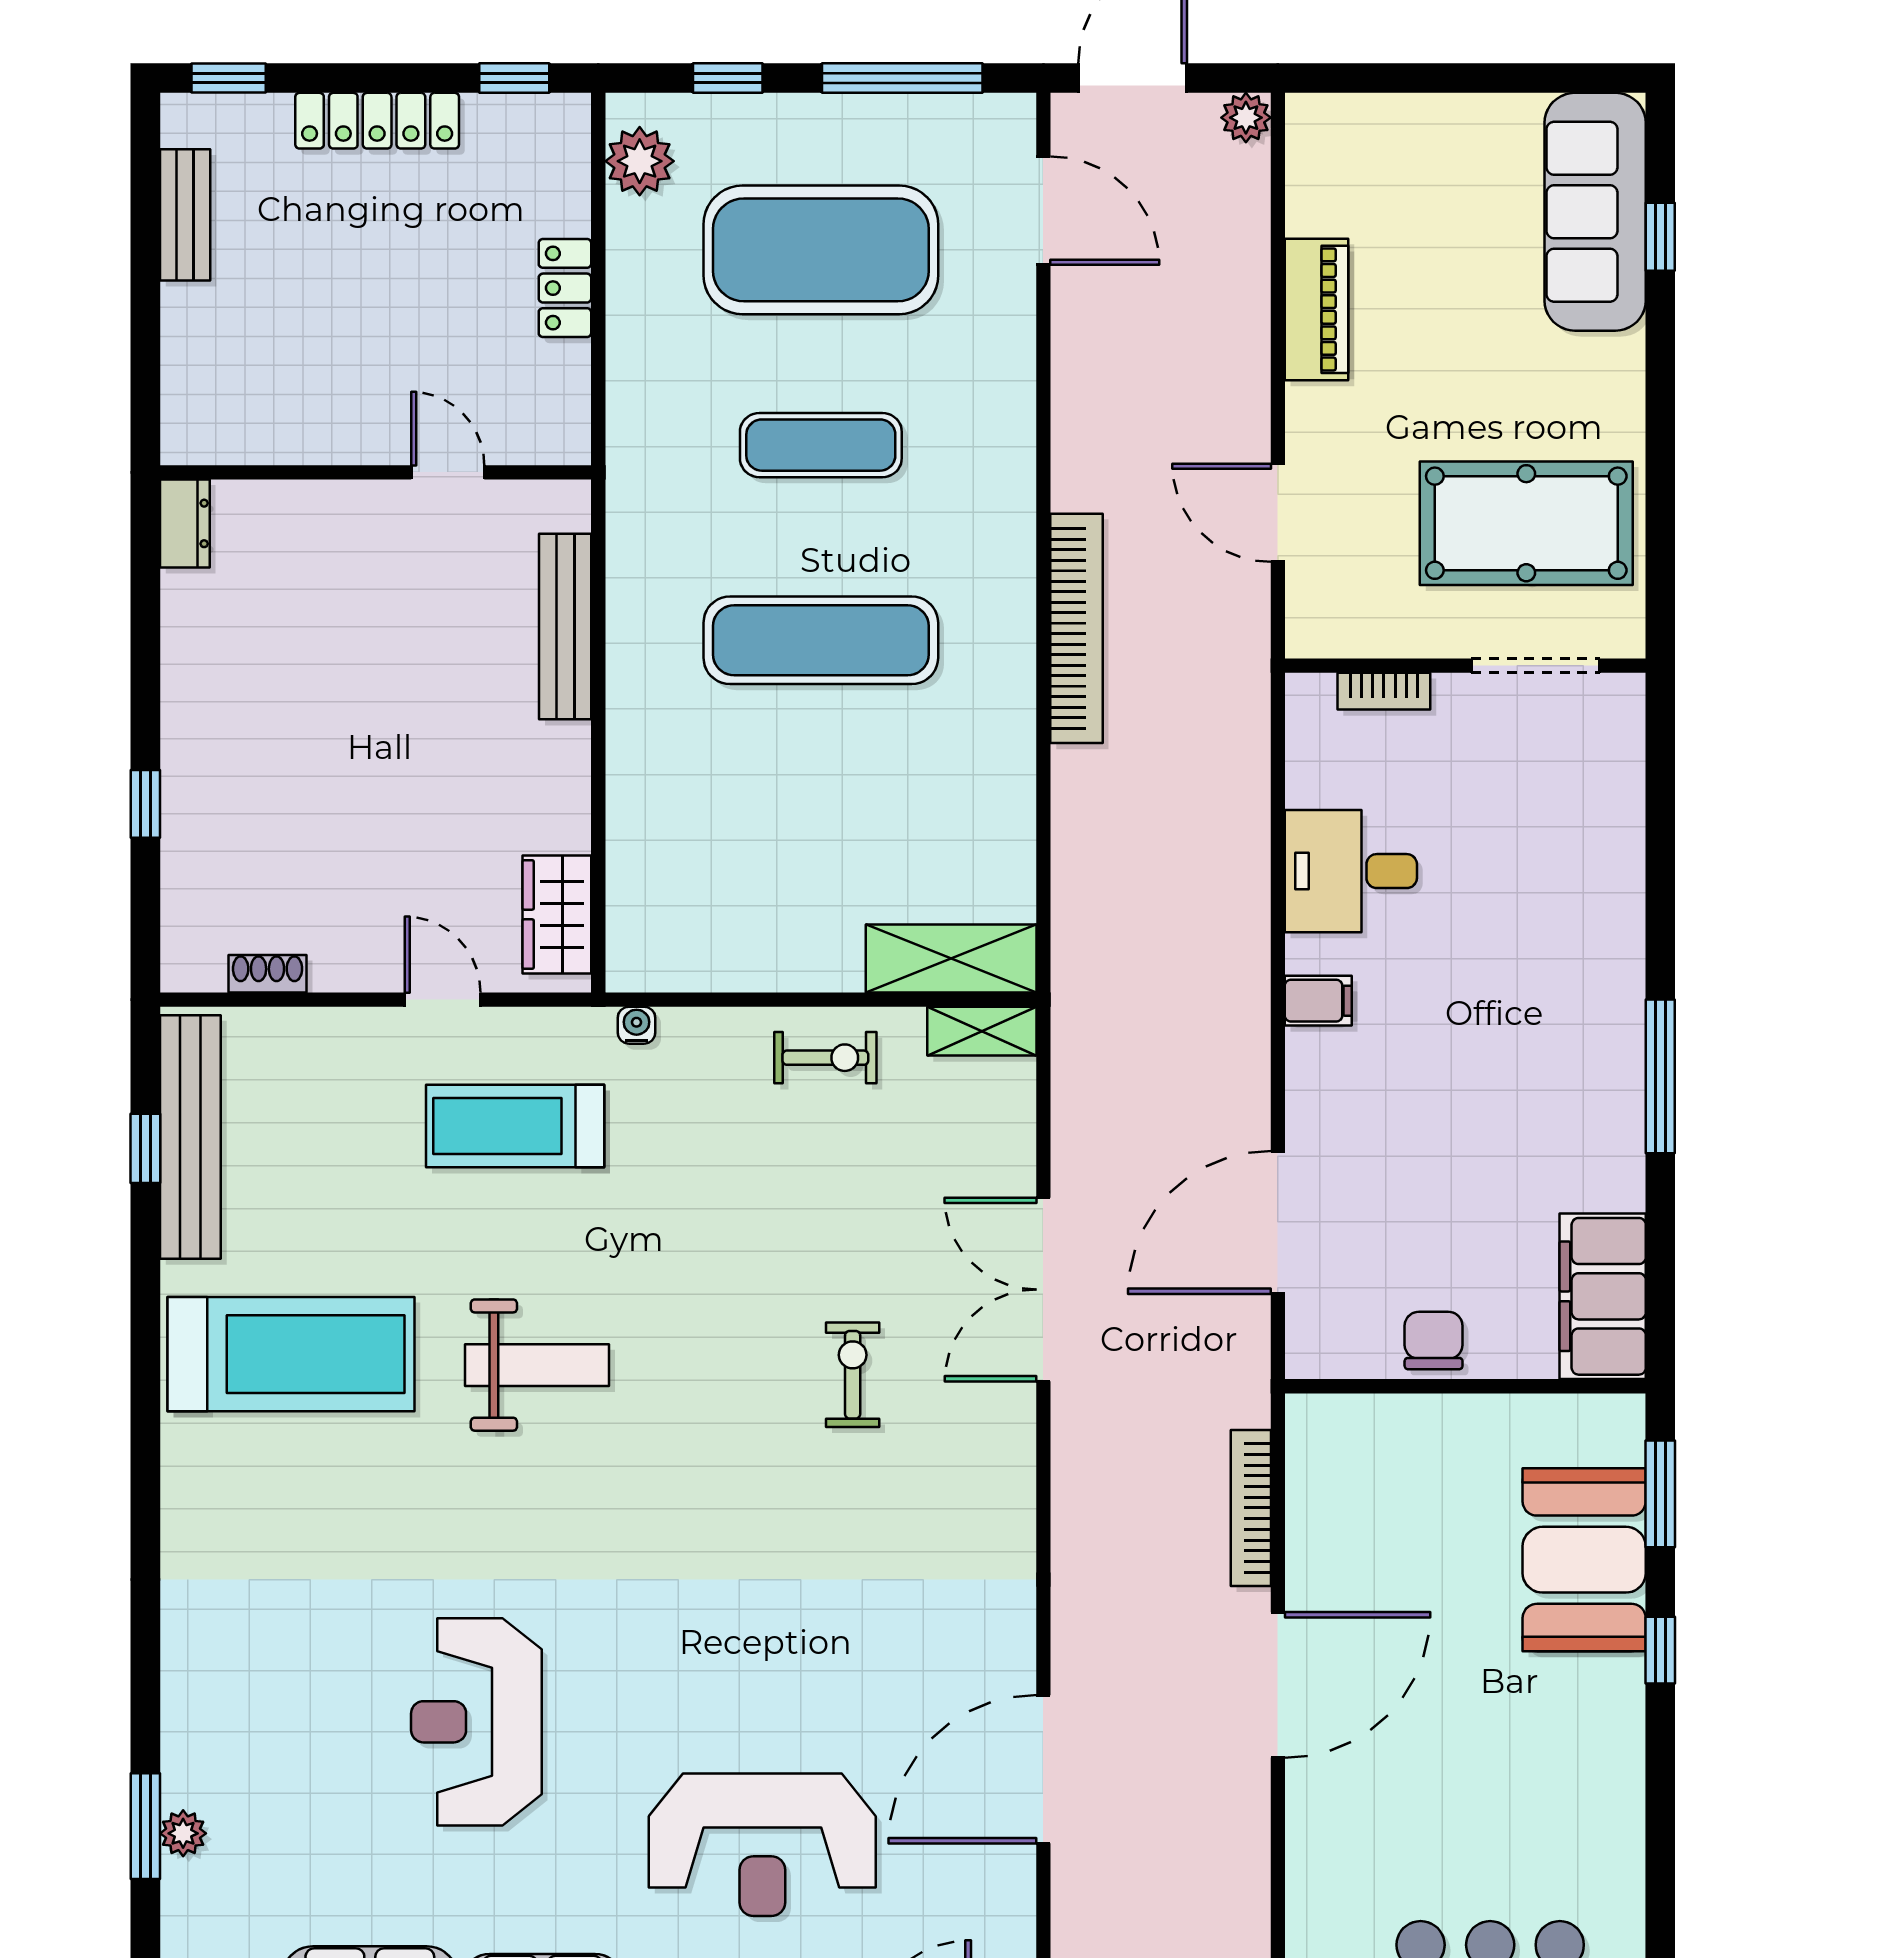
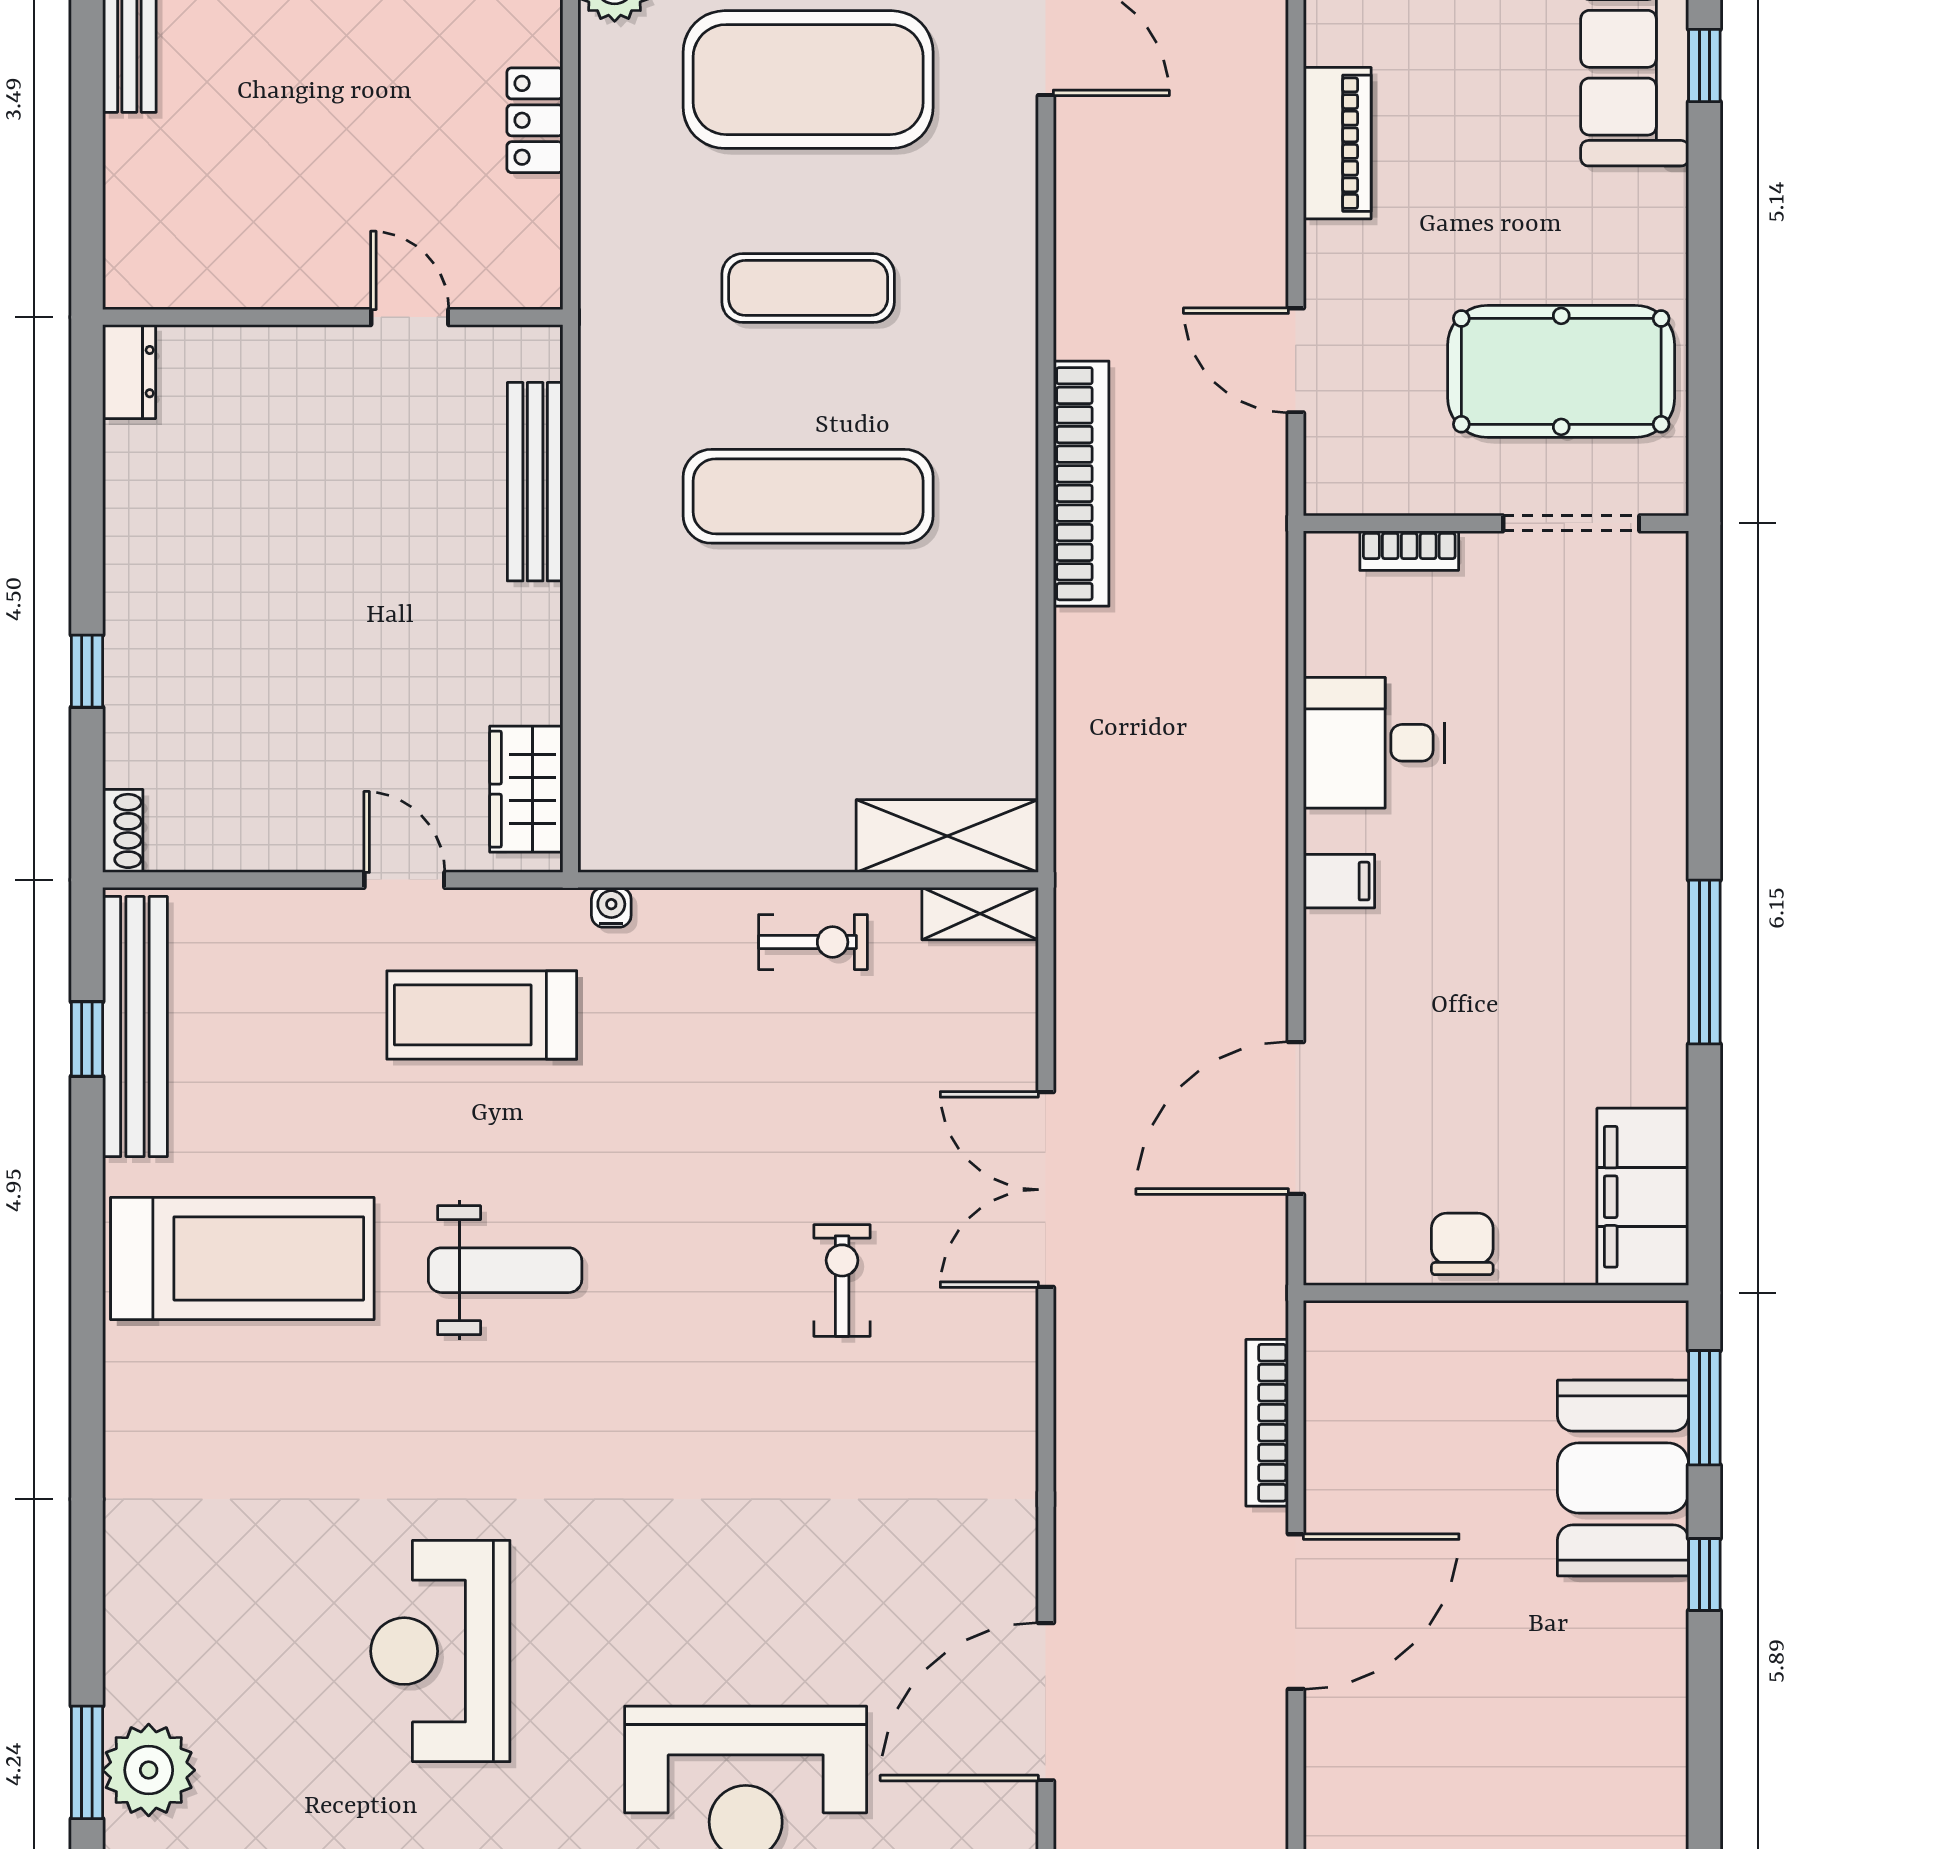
shoe rack: (268, 974) -> (123, 831), moved, turned 90
plant: (183, 1833) -> (149, 1770), width x1.88, depth x1.88

